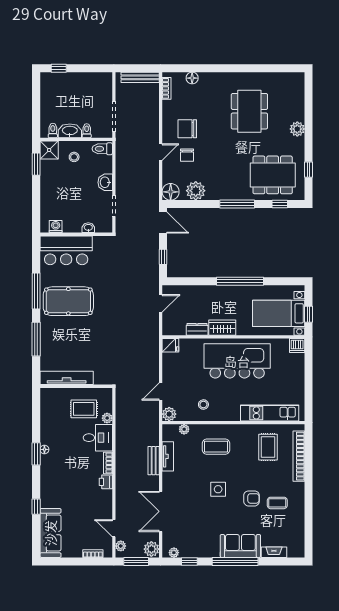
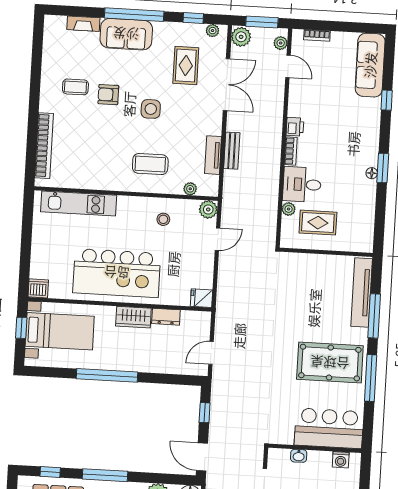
tv unit: (67, 378) -> (362, 292), moved, turned 90
rug: (268, 447) -> (186, 65), moved

